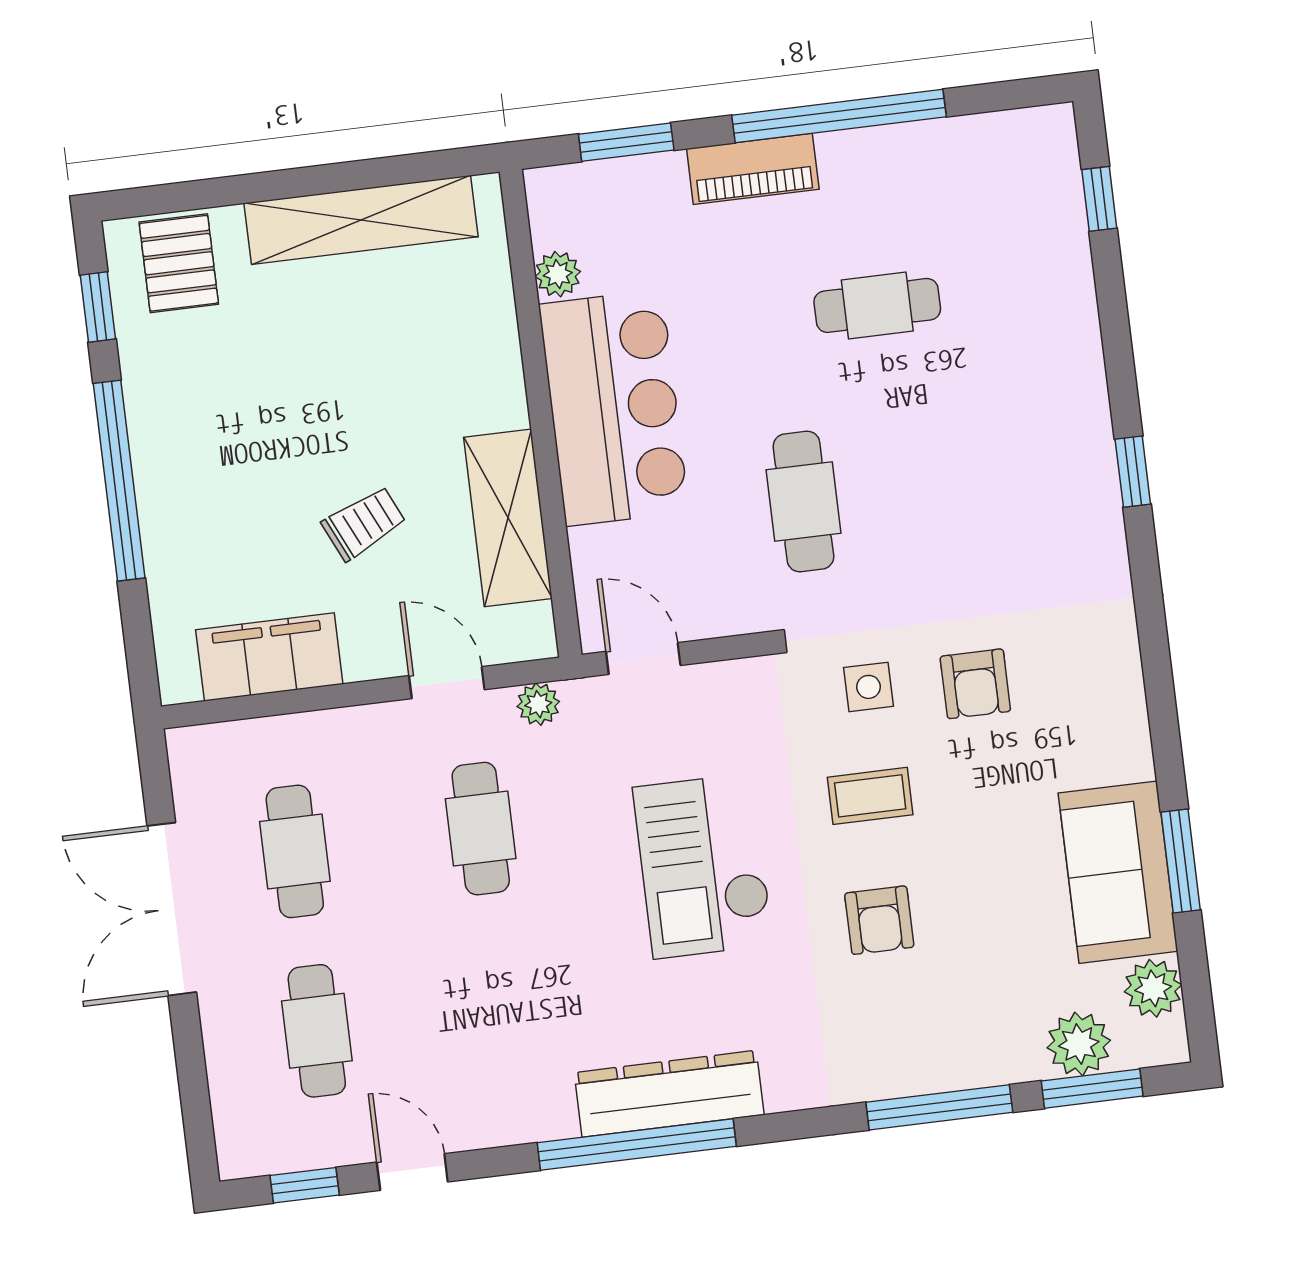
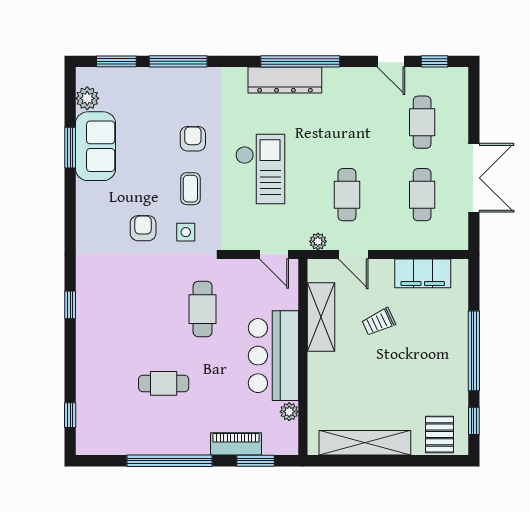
piano: (753, 169) -> (236, 444), moved
coffee table: (870, 796) -> (190, 189), turned 90
plant: (1079, 1044) -> (119, 80), removed

